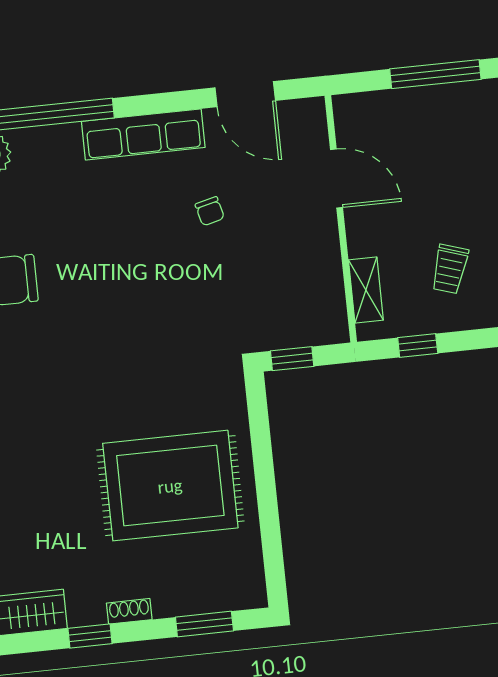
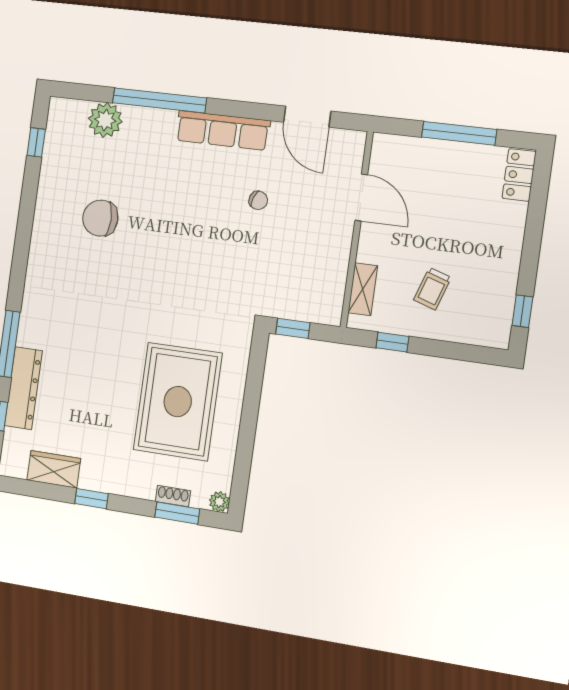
chair: (210, 211) -> (258, 200), turned -56
rug: (170, 486) -> (178, 402), turned 90
plant: (254, 596) -> (219, 502), added
shoe rack: (129, 611) -> (173, 496), moved

